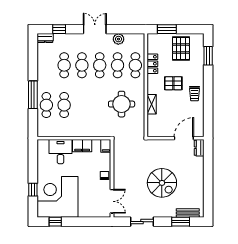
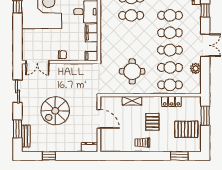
door: (184, 138) -> (99, 119), moved
window: (208, 189) -> (49, 156), added

